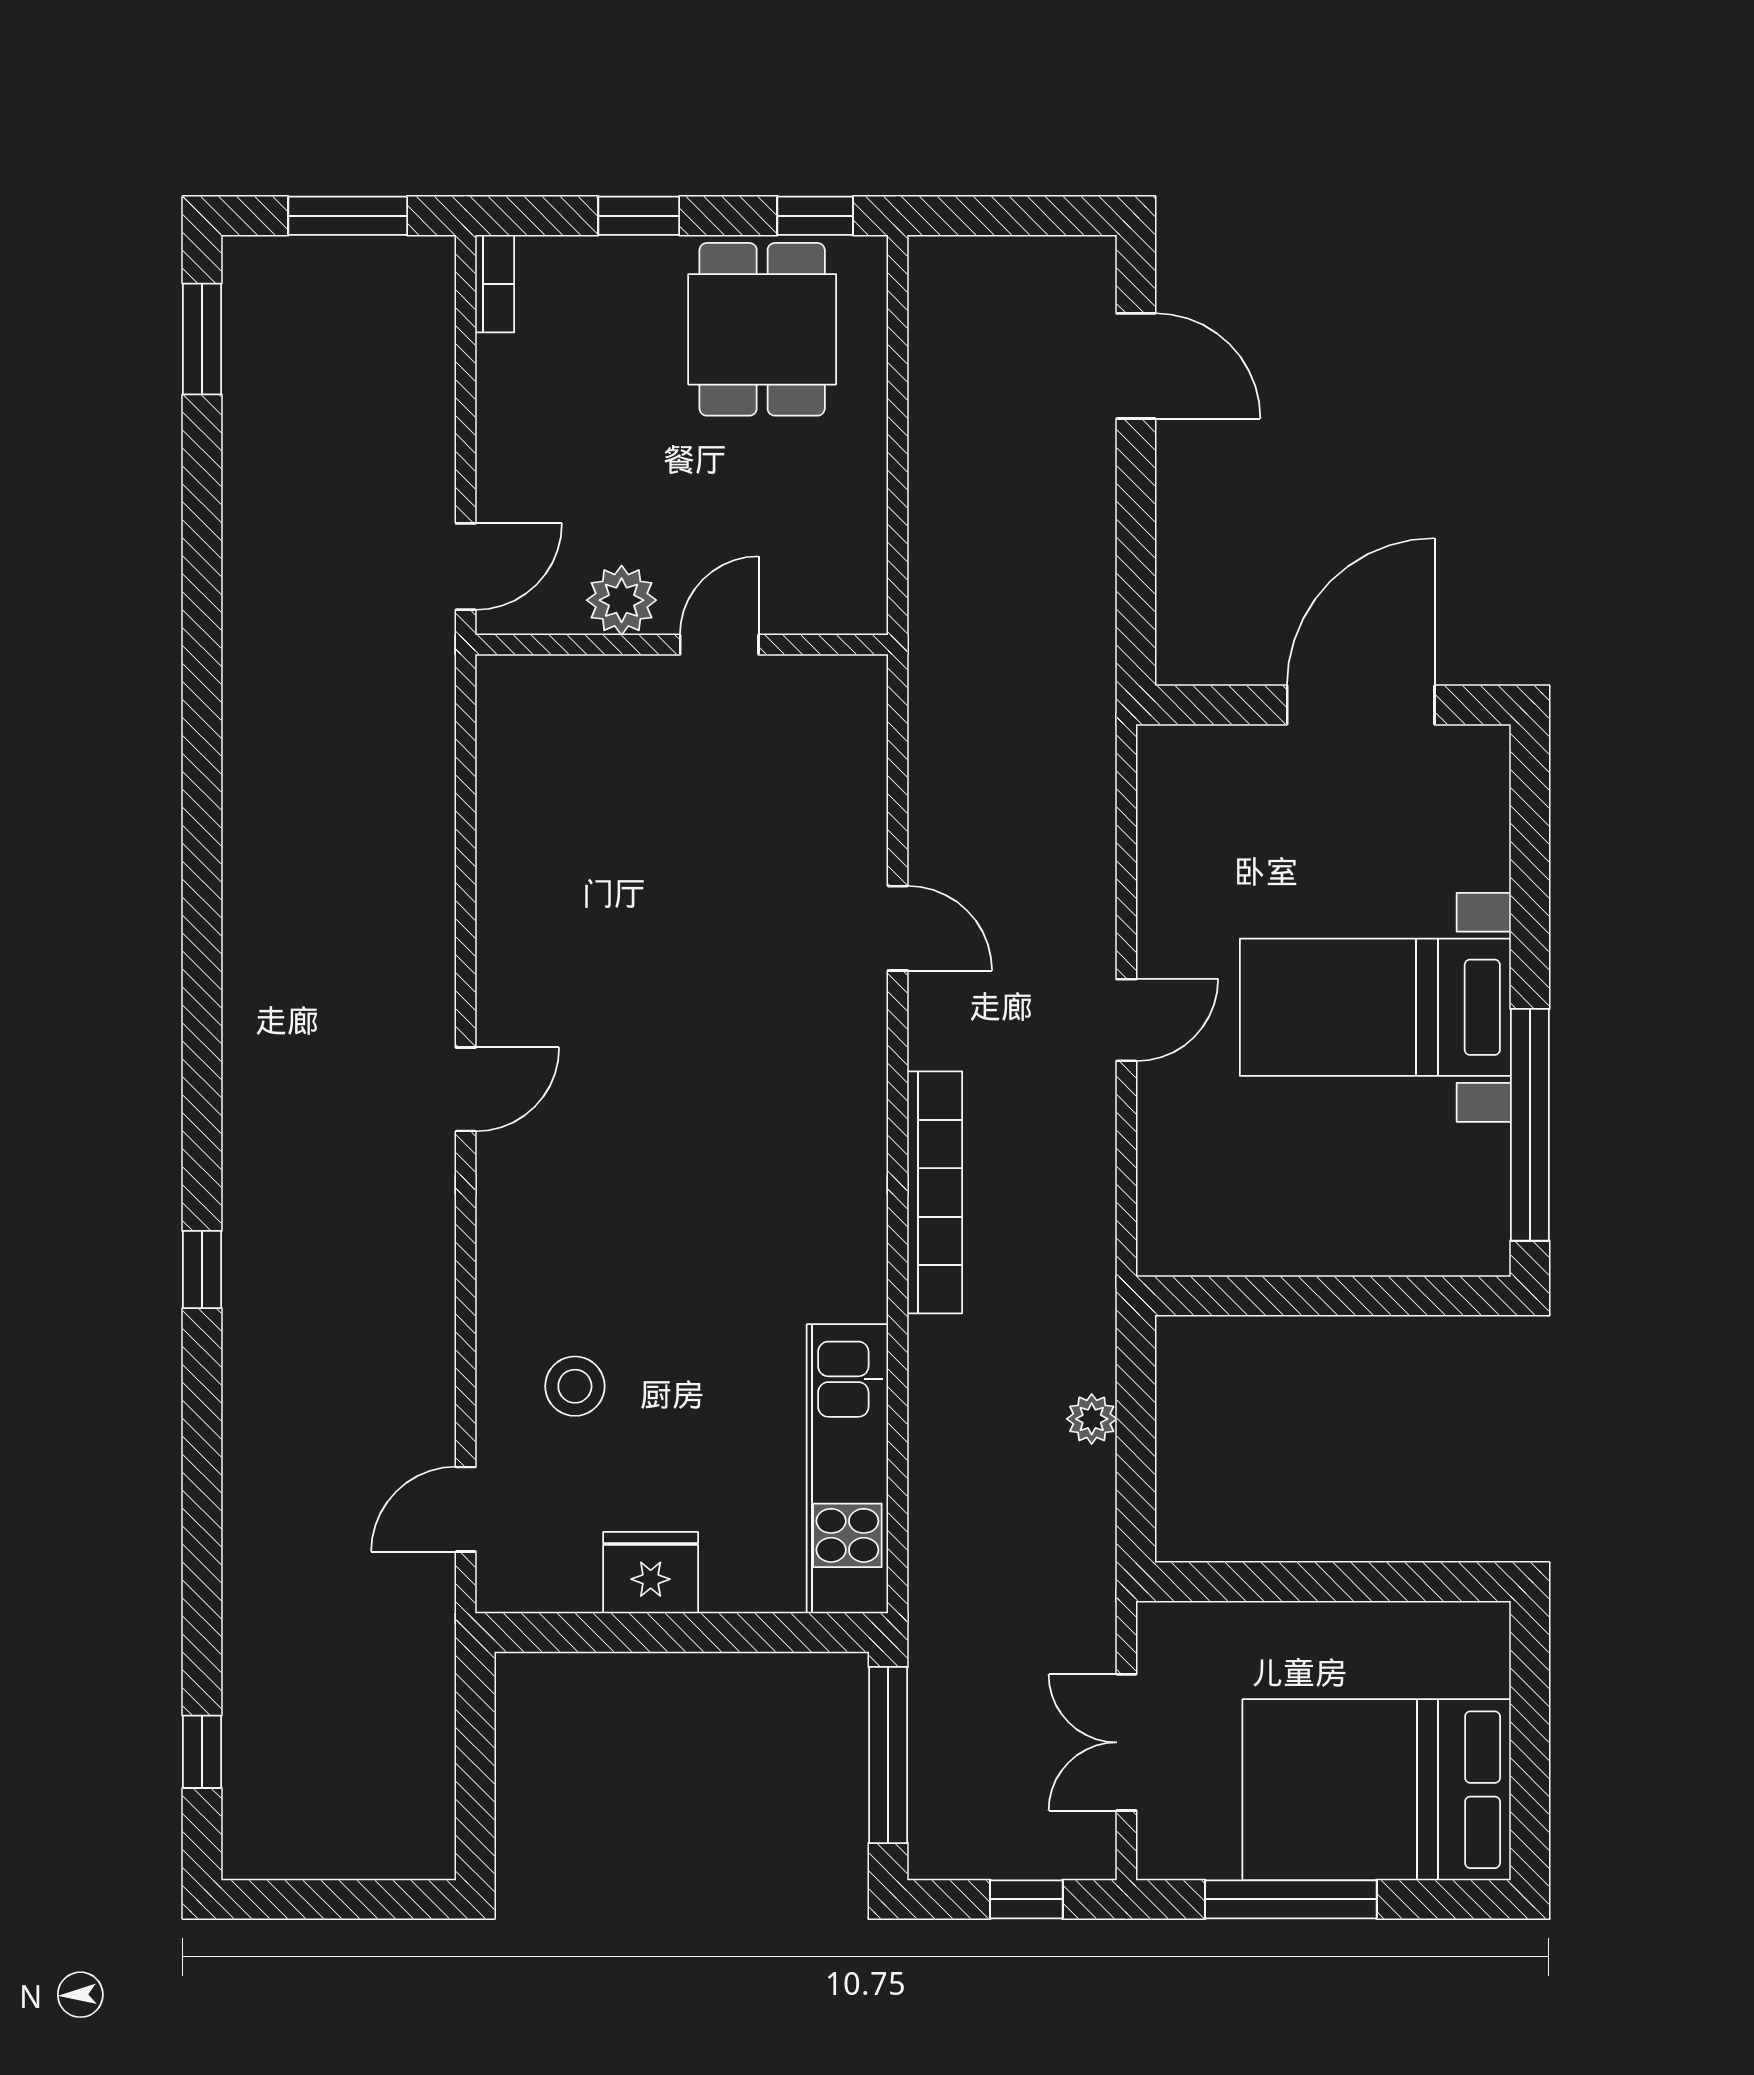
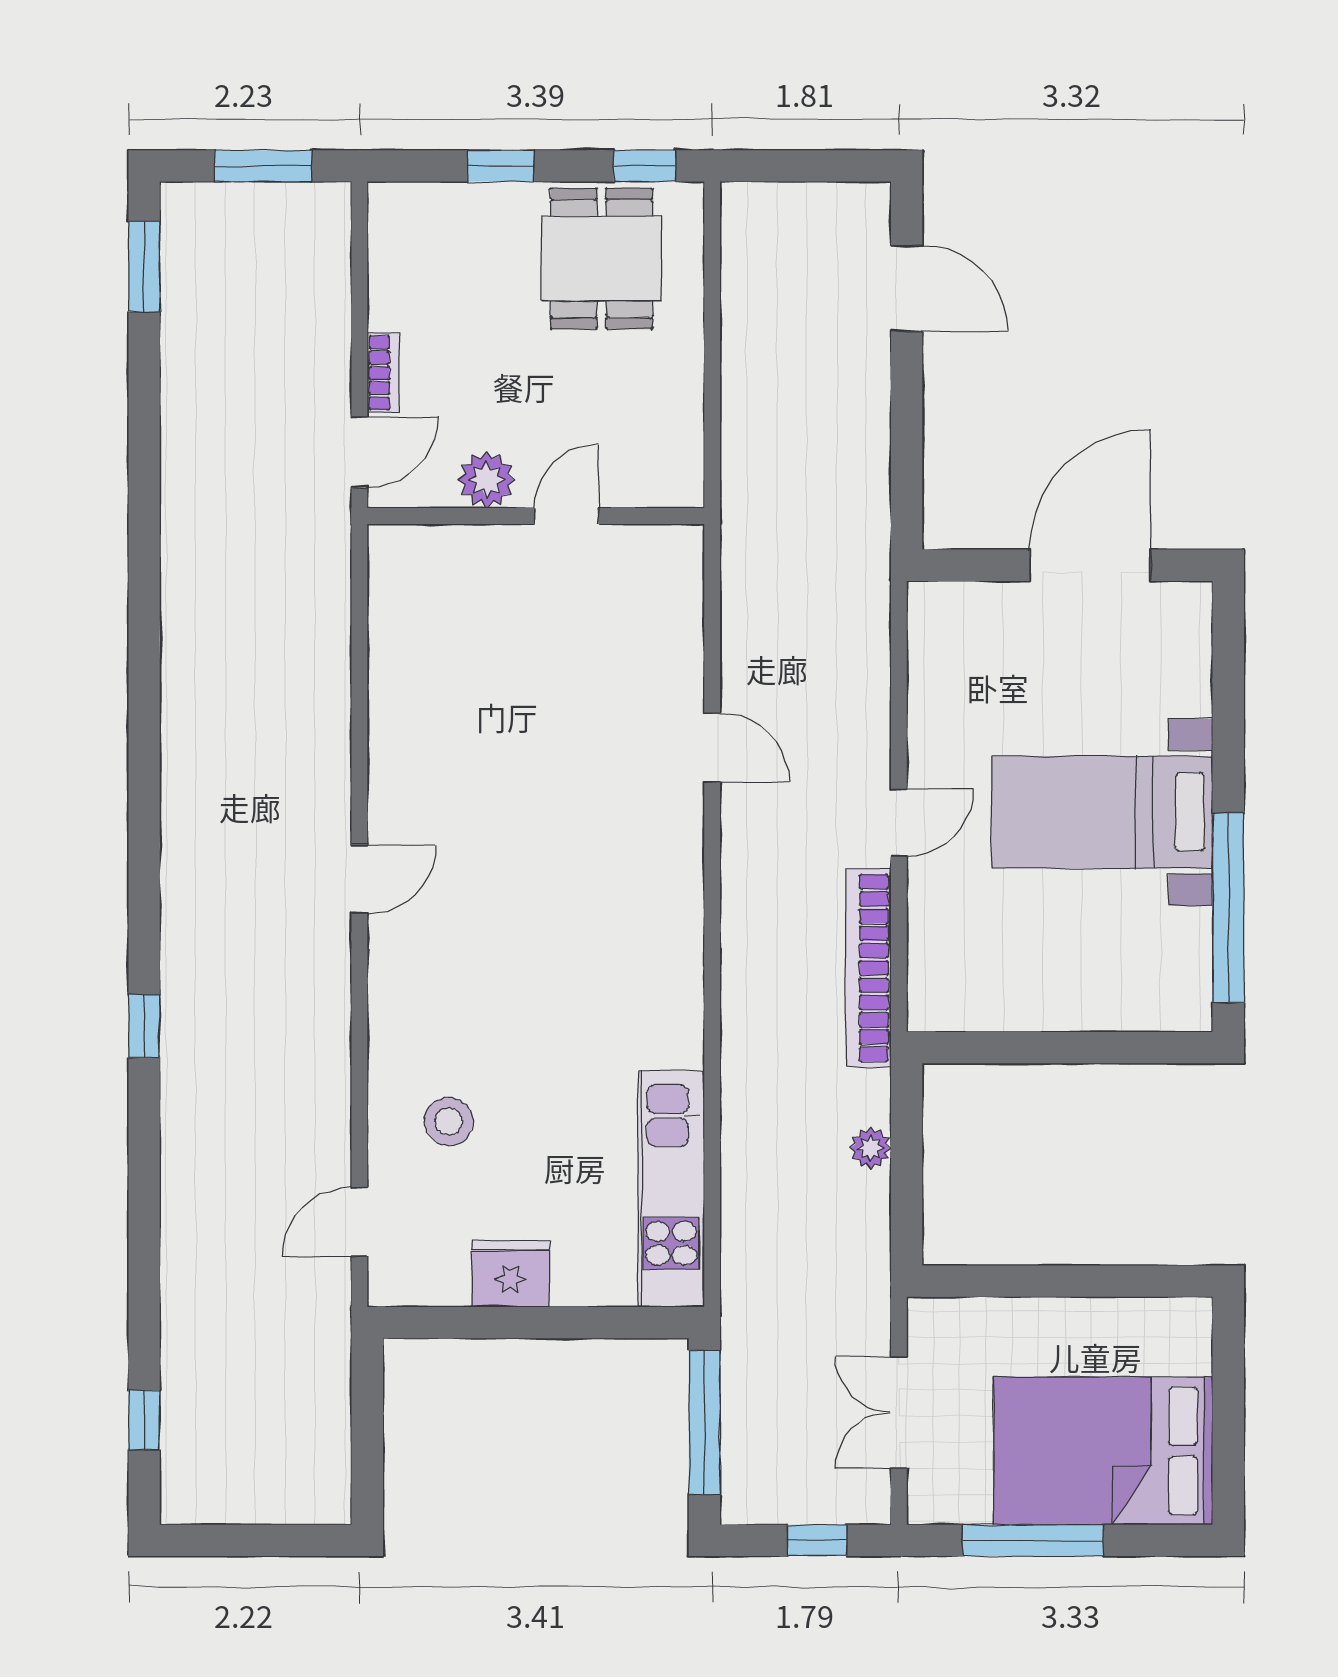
bookcase: (495, 284) -> (383, 373), moved
bookcase: (935, 1192) -> (869, 968), moved, turned 180

